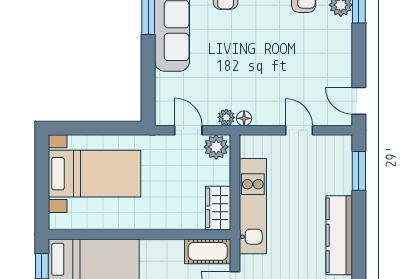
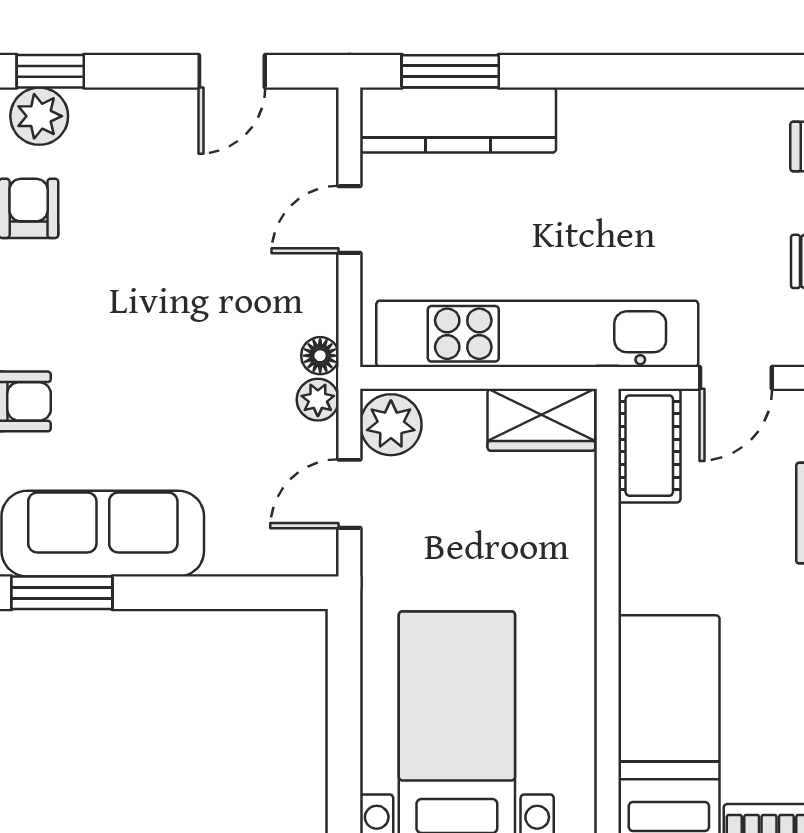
door: (359, 101) -> (232, 71), moved
kitchen unit: (253, 206) -> (537, 334), width x1.36
kitchen counter: (339, 235) -> (458, 120), moved

